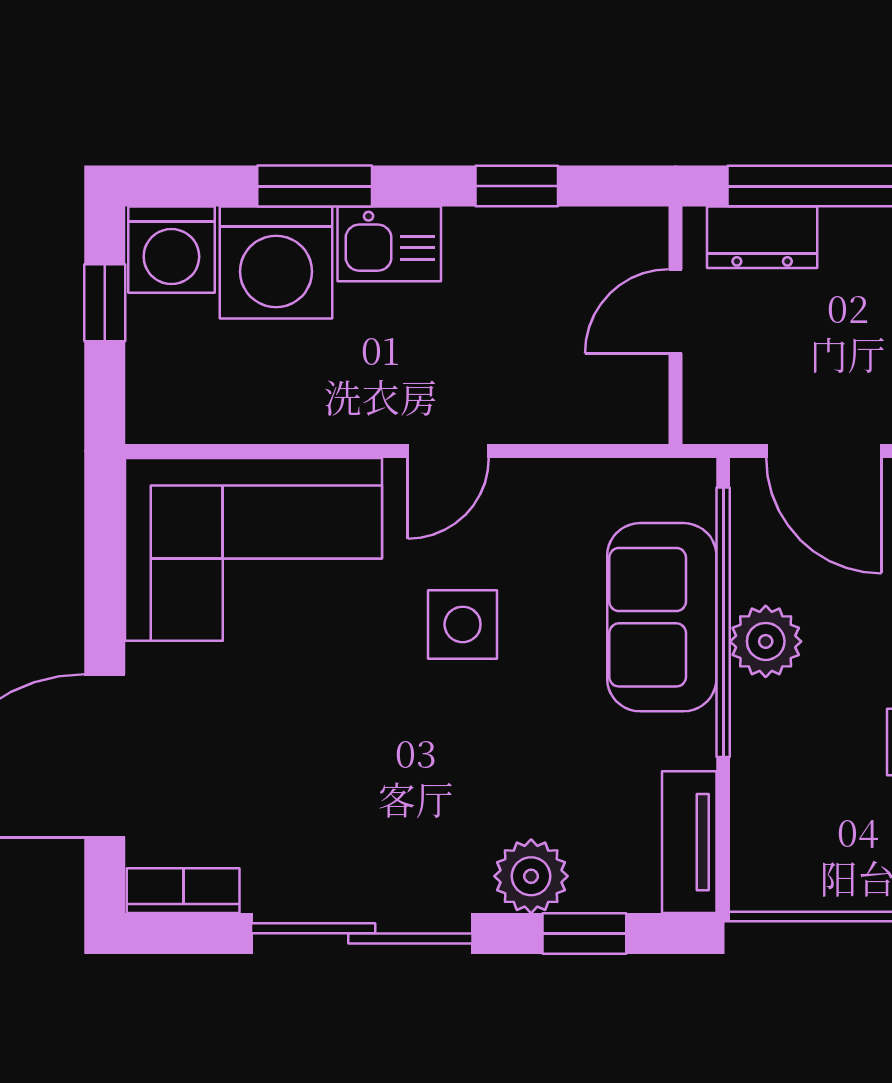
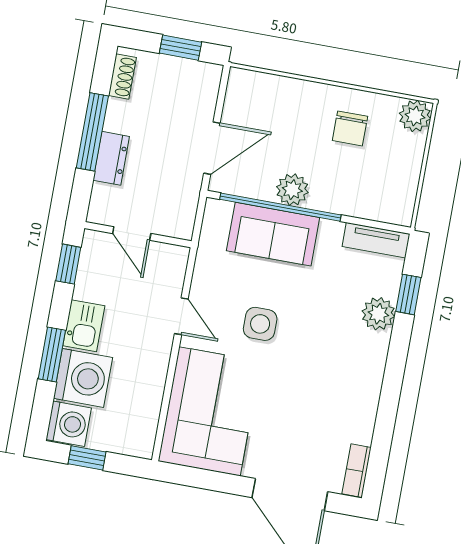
door: (676, 311) -> (132, 234), moved
wall: (676, 325) -> (138, 235), moved
sliding door: (362, 933) -> (390, 394), removed

